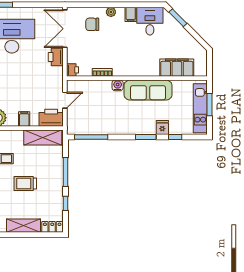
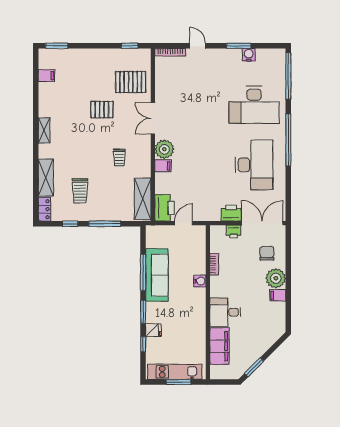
plant: (111, 12) -> (276, 278), width x1.88, depth x1.88
window: (178, 18) -> (254, 367), moved
desk: (150, 21) -> (225, 312), moved, turned 180
printer: (72, 70) -> (234, 231), moved
sofa: (148, 90) -> (157, 275), moved, turned 180
door: (65, 100) -> (184, 223), swing flipped
filing cabinet: (24, 119) -> (163, 166), moved
window: (91, 137) -> (143, 272), moved
trolley: (25, 184) -> (80, 191), moved, turned 180

